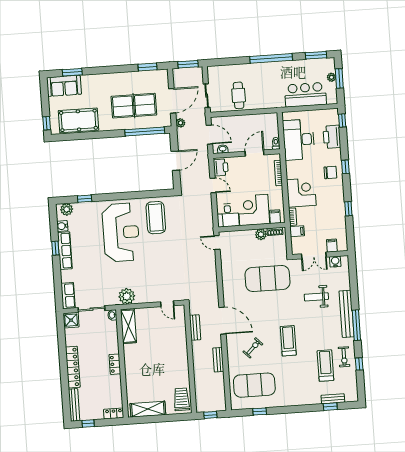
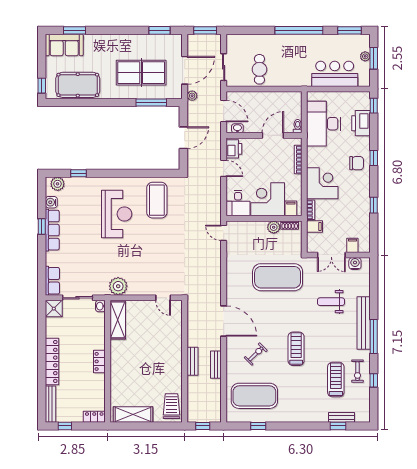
window: (145, 131) -> (151, 102), width x0.68
reception desk: (121, 232) -> (117, 214), width x0.74, depth x0.77
bench: (195, 327) -> (192, 361), moved

